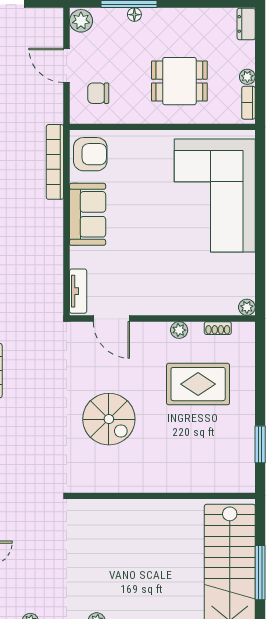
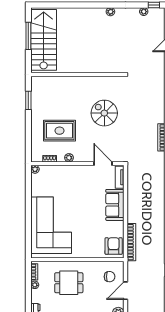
door: (67, 65) -> (126, 291), swing flipped
armchair: (90, 154) -> (114, 246), turned 90
sofa: (88, 214) -> (115, 205), moved

